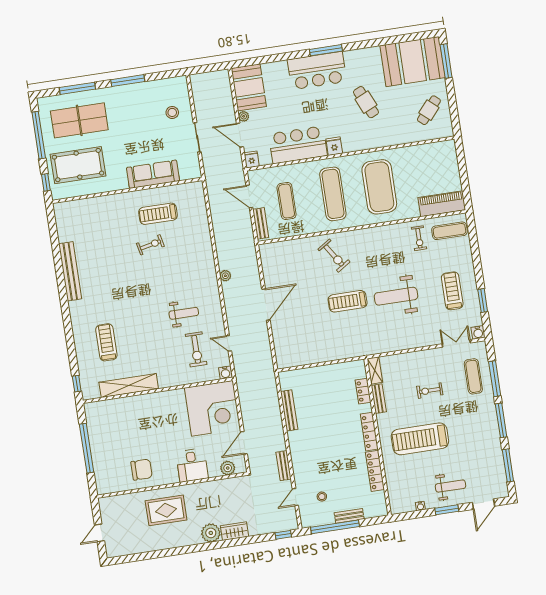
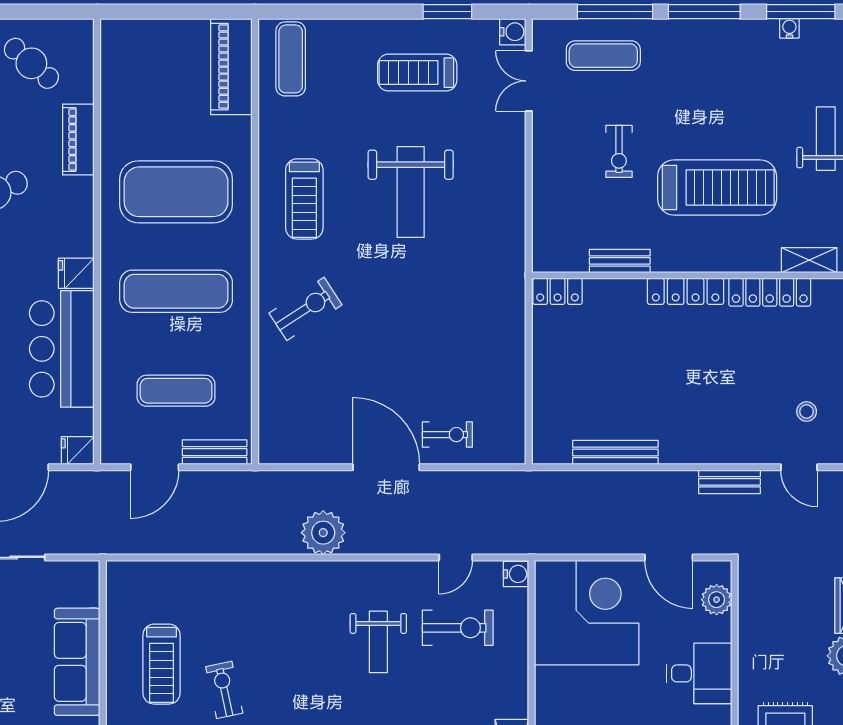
piano: (397, 138) -> (78, 140), added
exercise bike: (419, 238) -> (447, 435), moved
plant: (225, 276) -> (323, 533), width x1.88, depth x1.88
treadmill: (348, 301) -> (304, 199), moved
weight bench: (184, 313) -> (378, 642), turned 180
shelving: (375, 370) -> (809, 260), moved
locker: (363, 391) -> (558, 291), moved
treadmill: (420, 439) -> (717, 187), turned -90
water cooler: (499, 461) -> (789, 28), added

